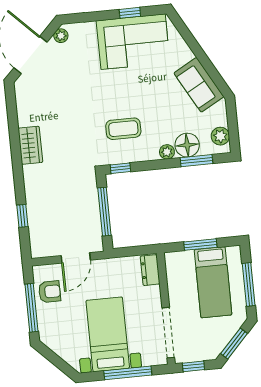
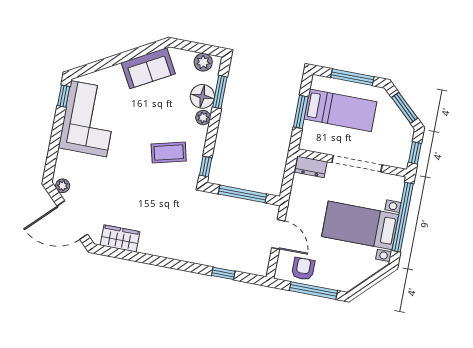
window: (130, 13) -> (64, 96), moved
coffee table: (123, 129) -> (169, 152), turned 76
wardrobe: (30, 145) -> (120, 238), moved
doorway: (168, 333) -> (357, 164), moved
window: (128, 373) -> (403, 217), width x1.46

